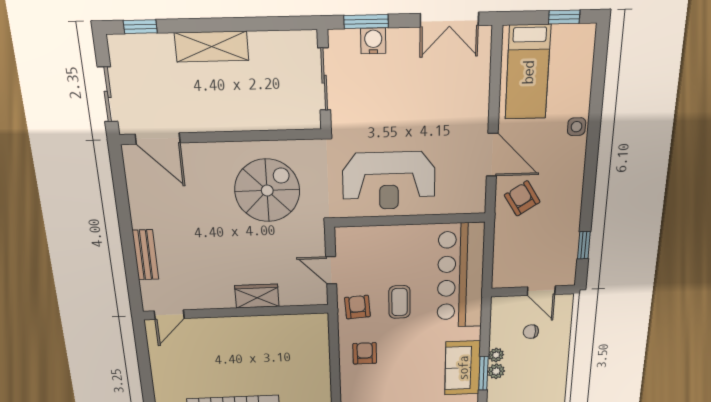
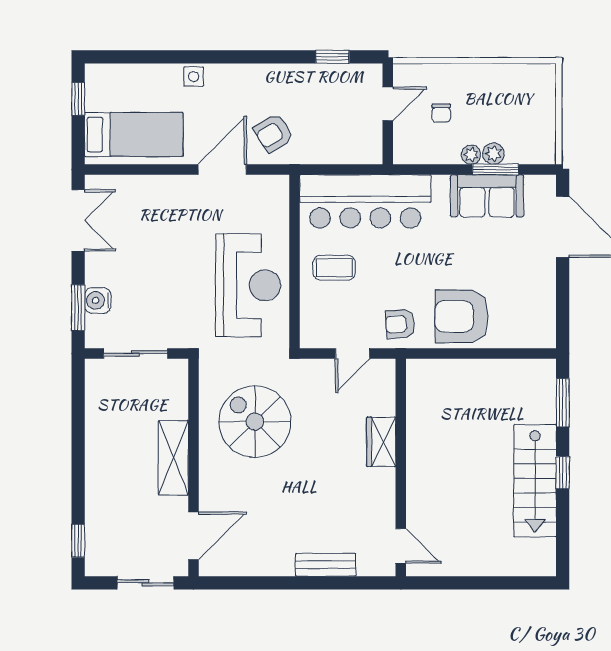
shelving: (212, 47) -> (173, 458), moved
coffee table: (399, 302) -> (334, 268), moved
armchair: (365, 353) -> (462, 316), width x1.88, depth x1.88

